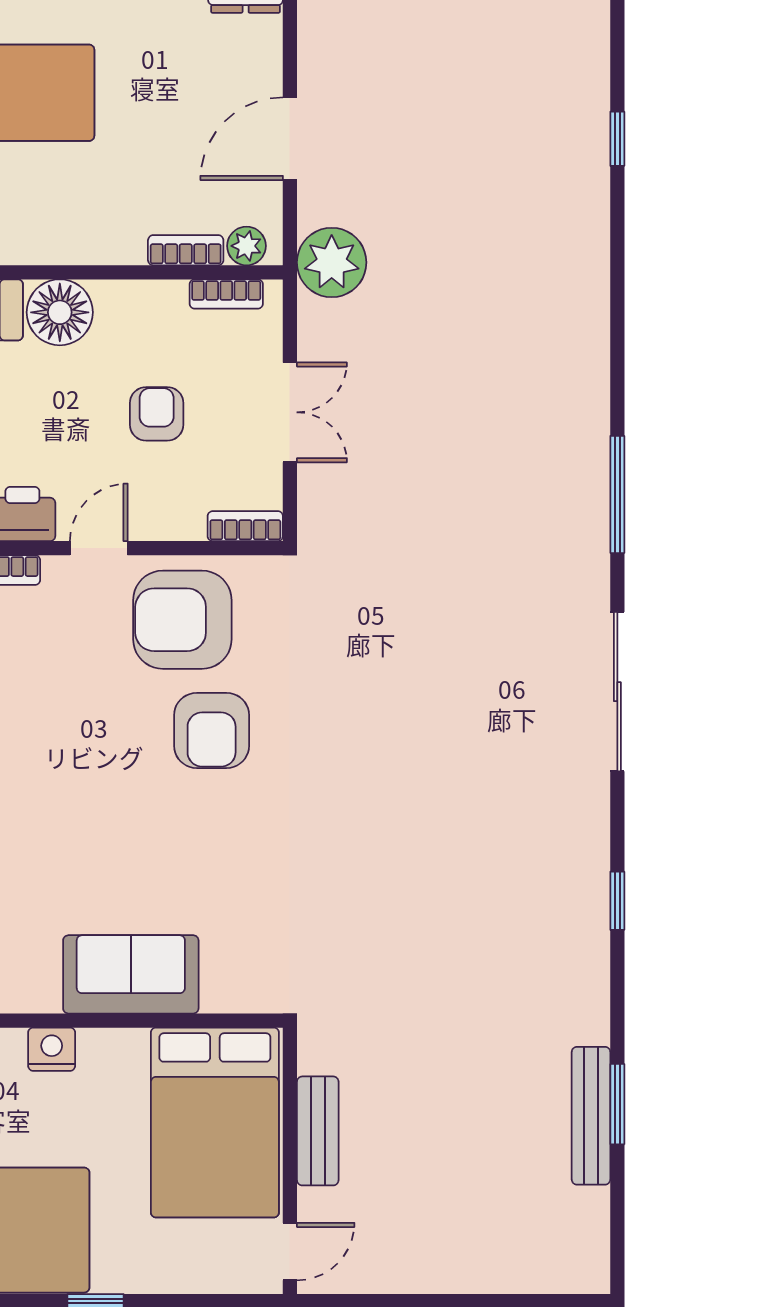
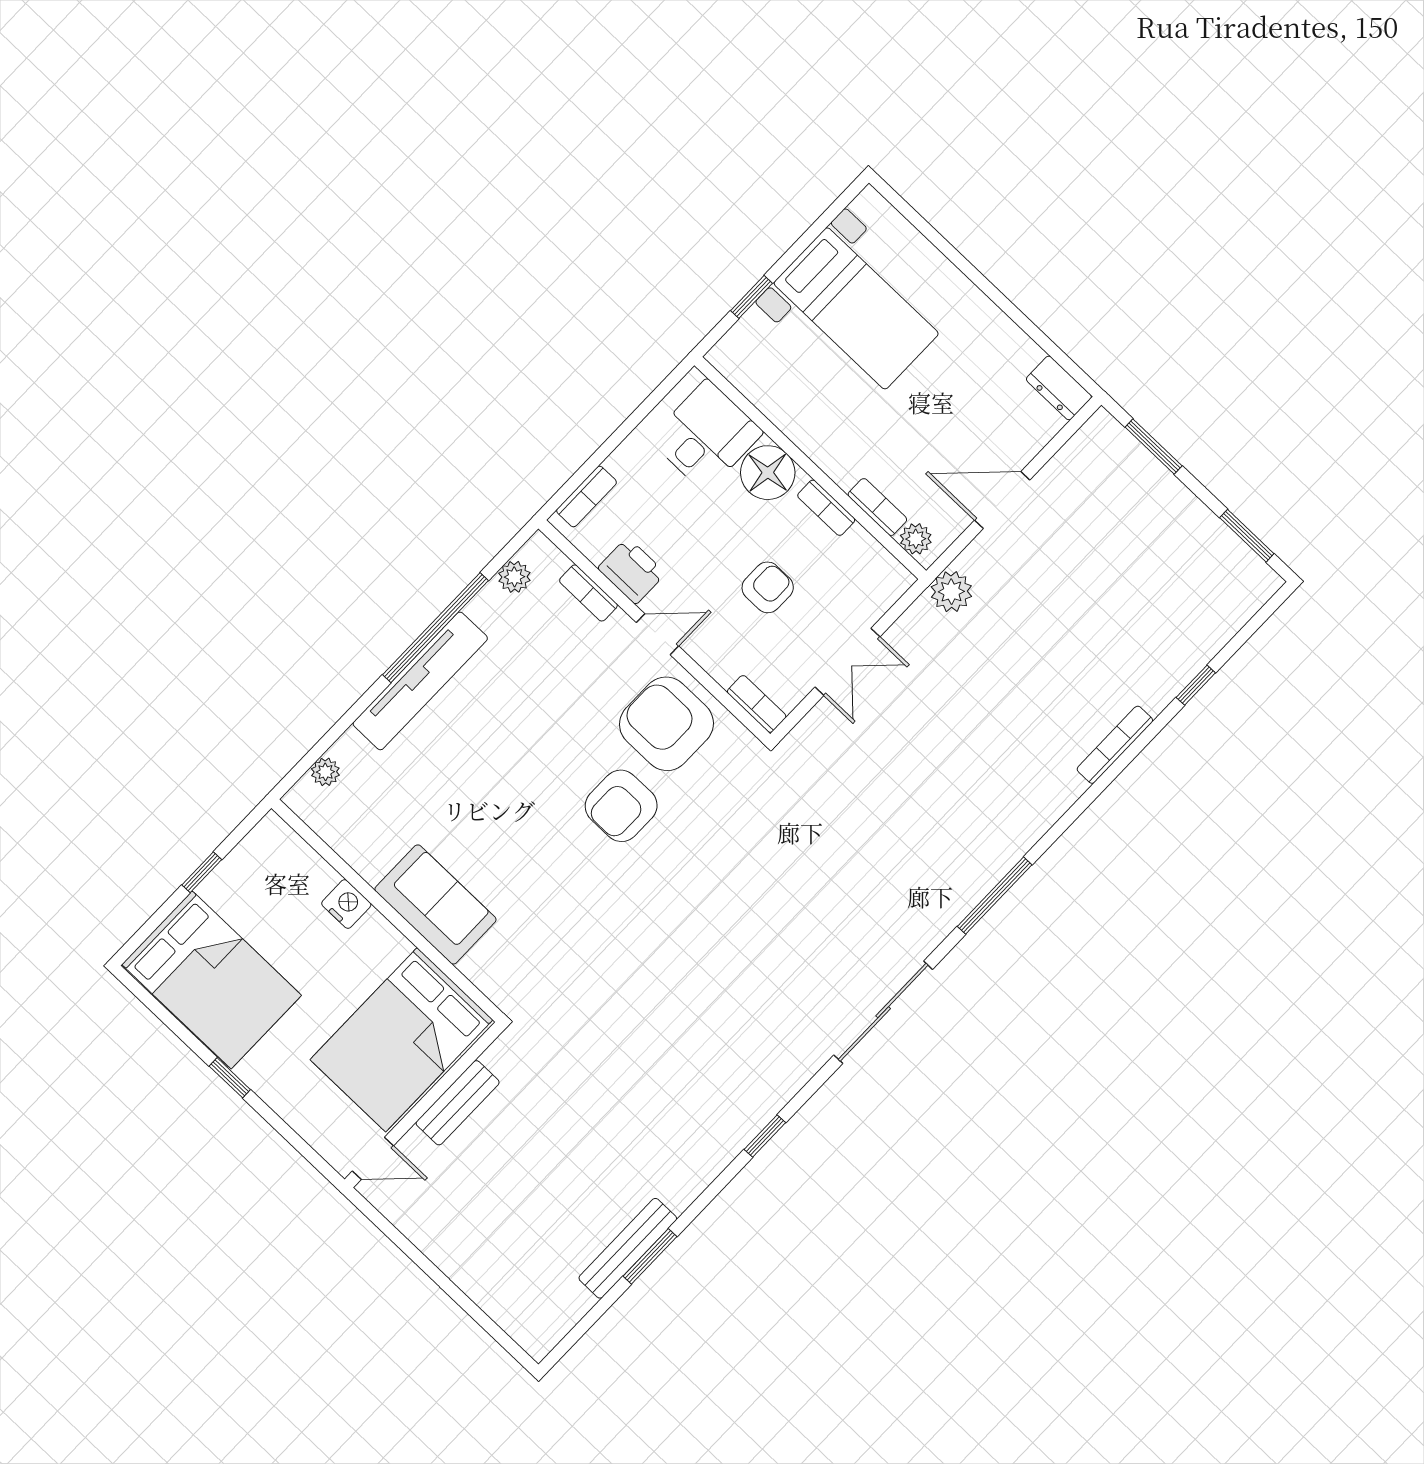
bookcase: (596, 260) -> (1115, 745), added
plant: (332, 262) -> (951, 592), width x0.73, depth x0.73
bookcase: (226, 294) -> (826, 508), moved

